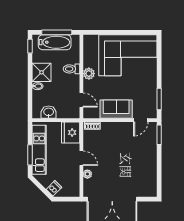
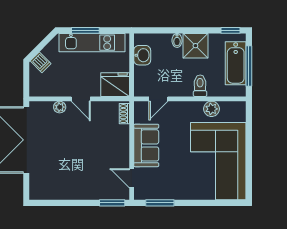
plant: (89, 74) -> (211, 109), moved
door: (81, 158) -> (81, 99), hinge flipped

